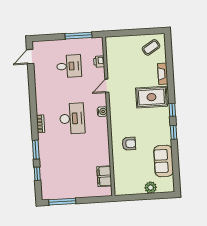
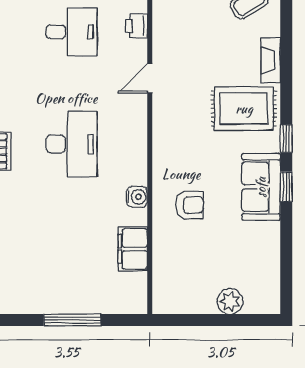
water cooler: (102, 112) -> (137, 197), moved
sofa: (164, 161) -> (261, 187), moved
filing cabinet: (104, 176) -> (133, 249), moved
window: (62, 202) -> (72, 320), moved

